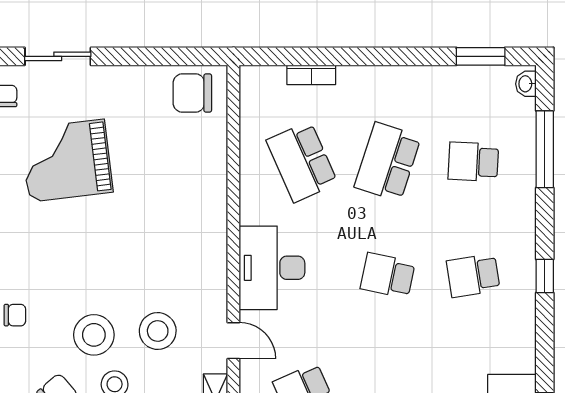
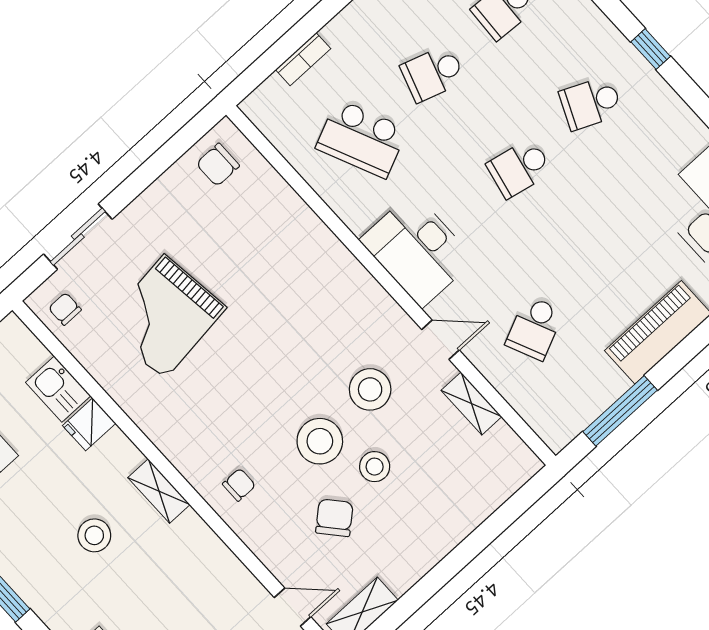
chair: (192, 93) -> (218, 165), width x0.73, depth x0.73
school desk: (388, 162) -> (433, 73), width x0.54
school desk: (473, 275) -> (591, 103), turned 33

